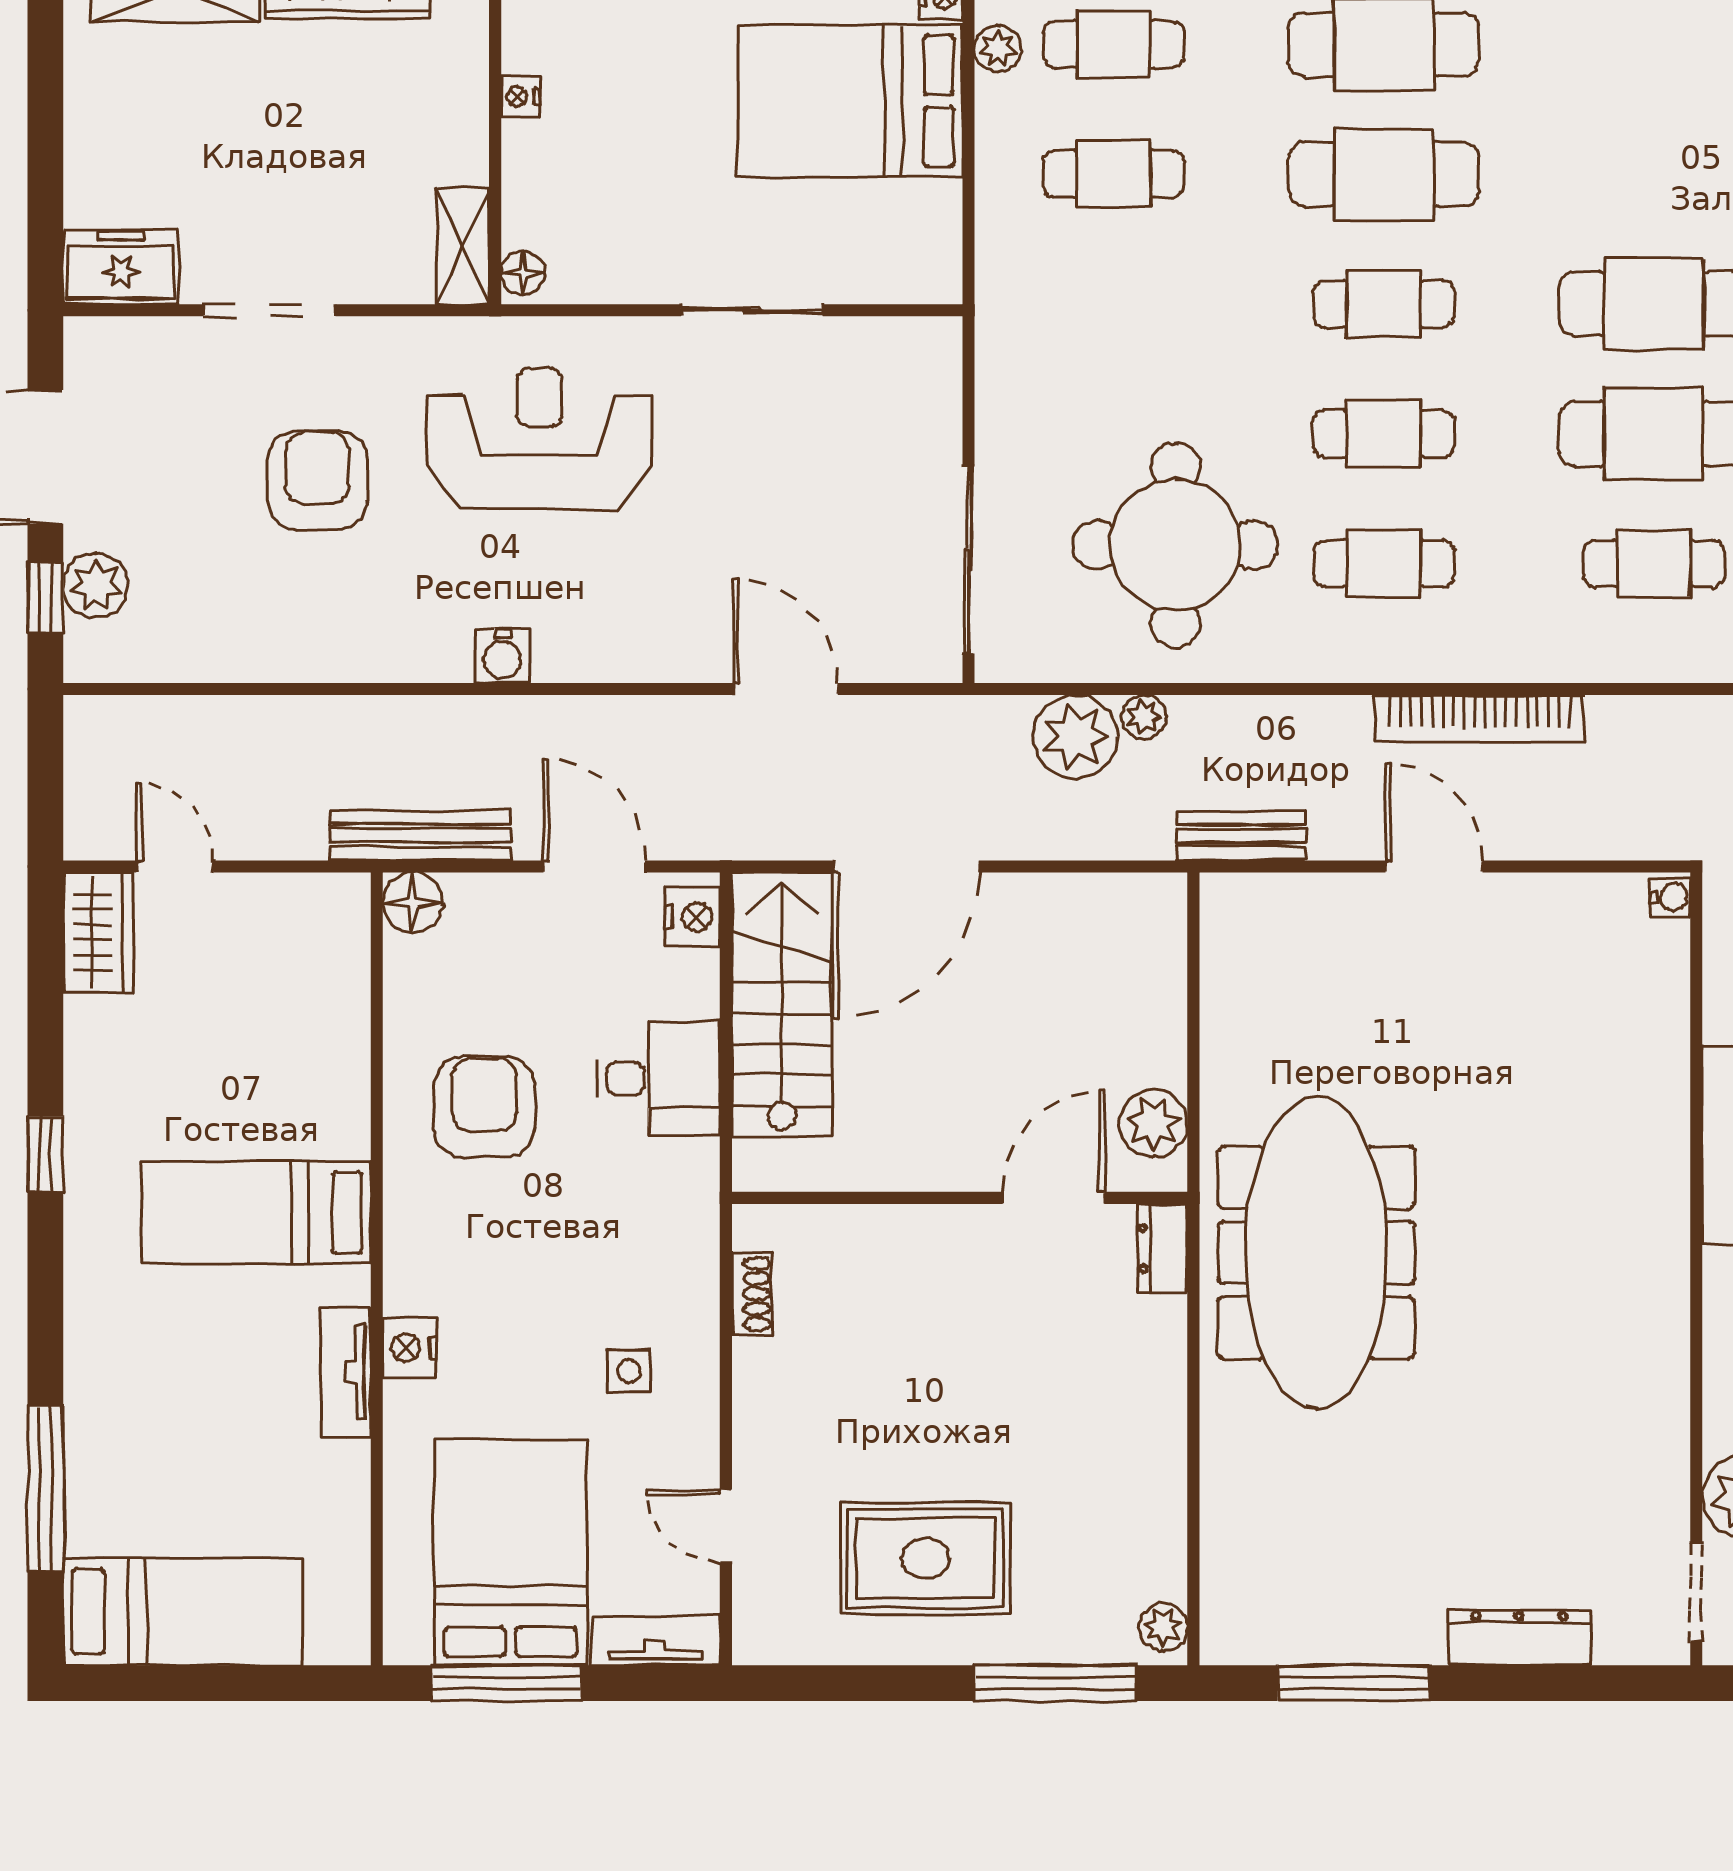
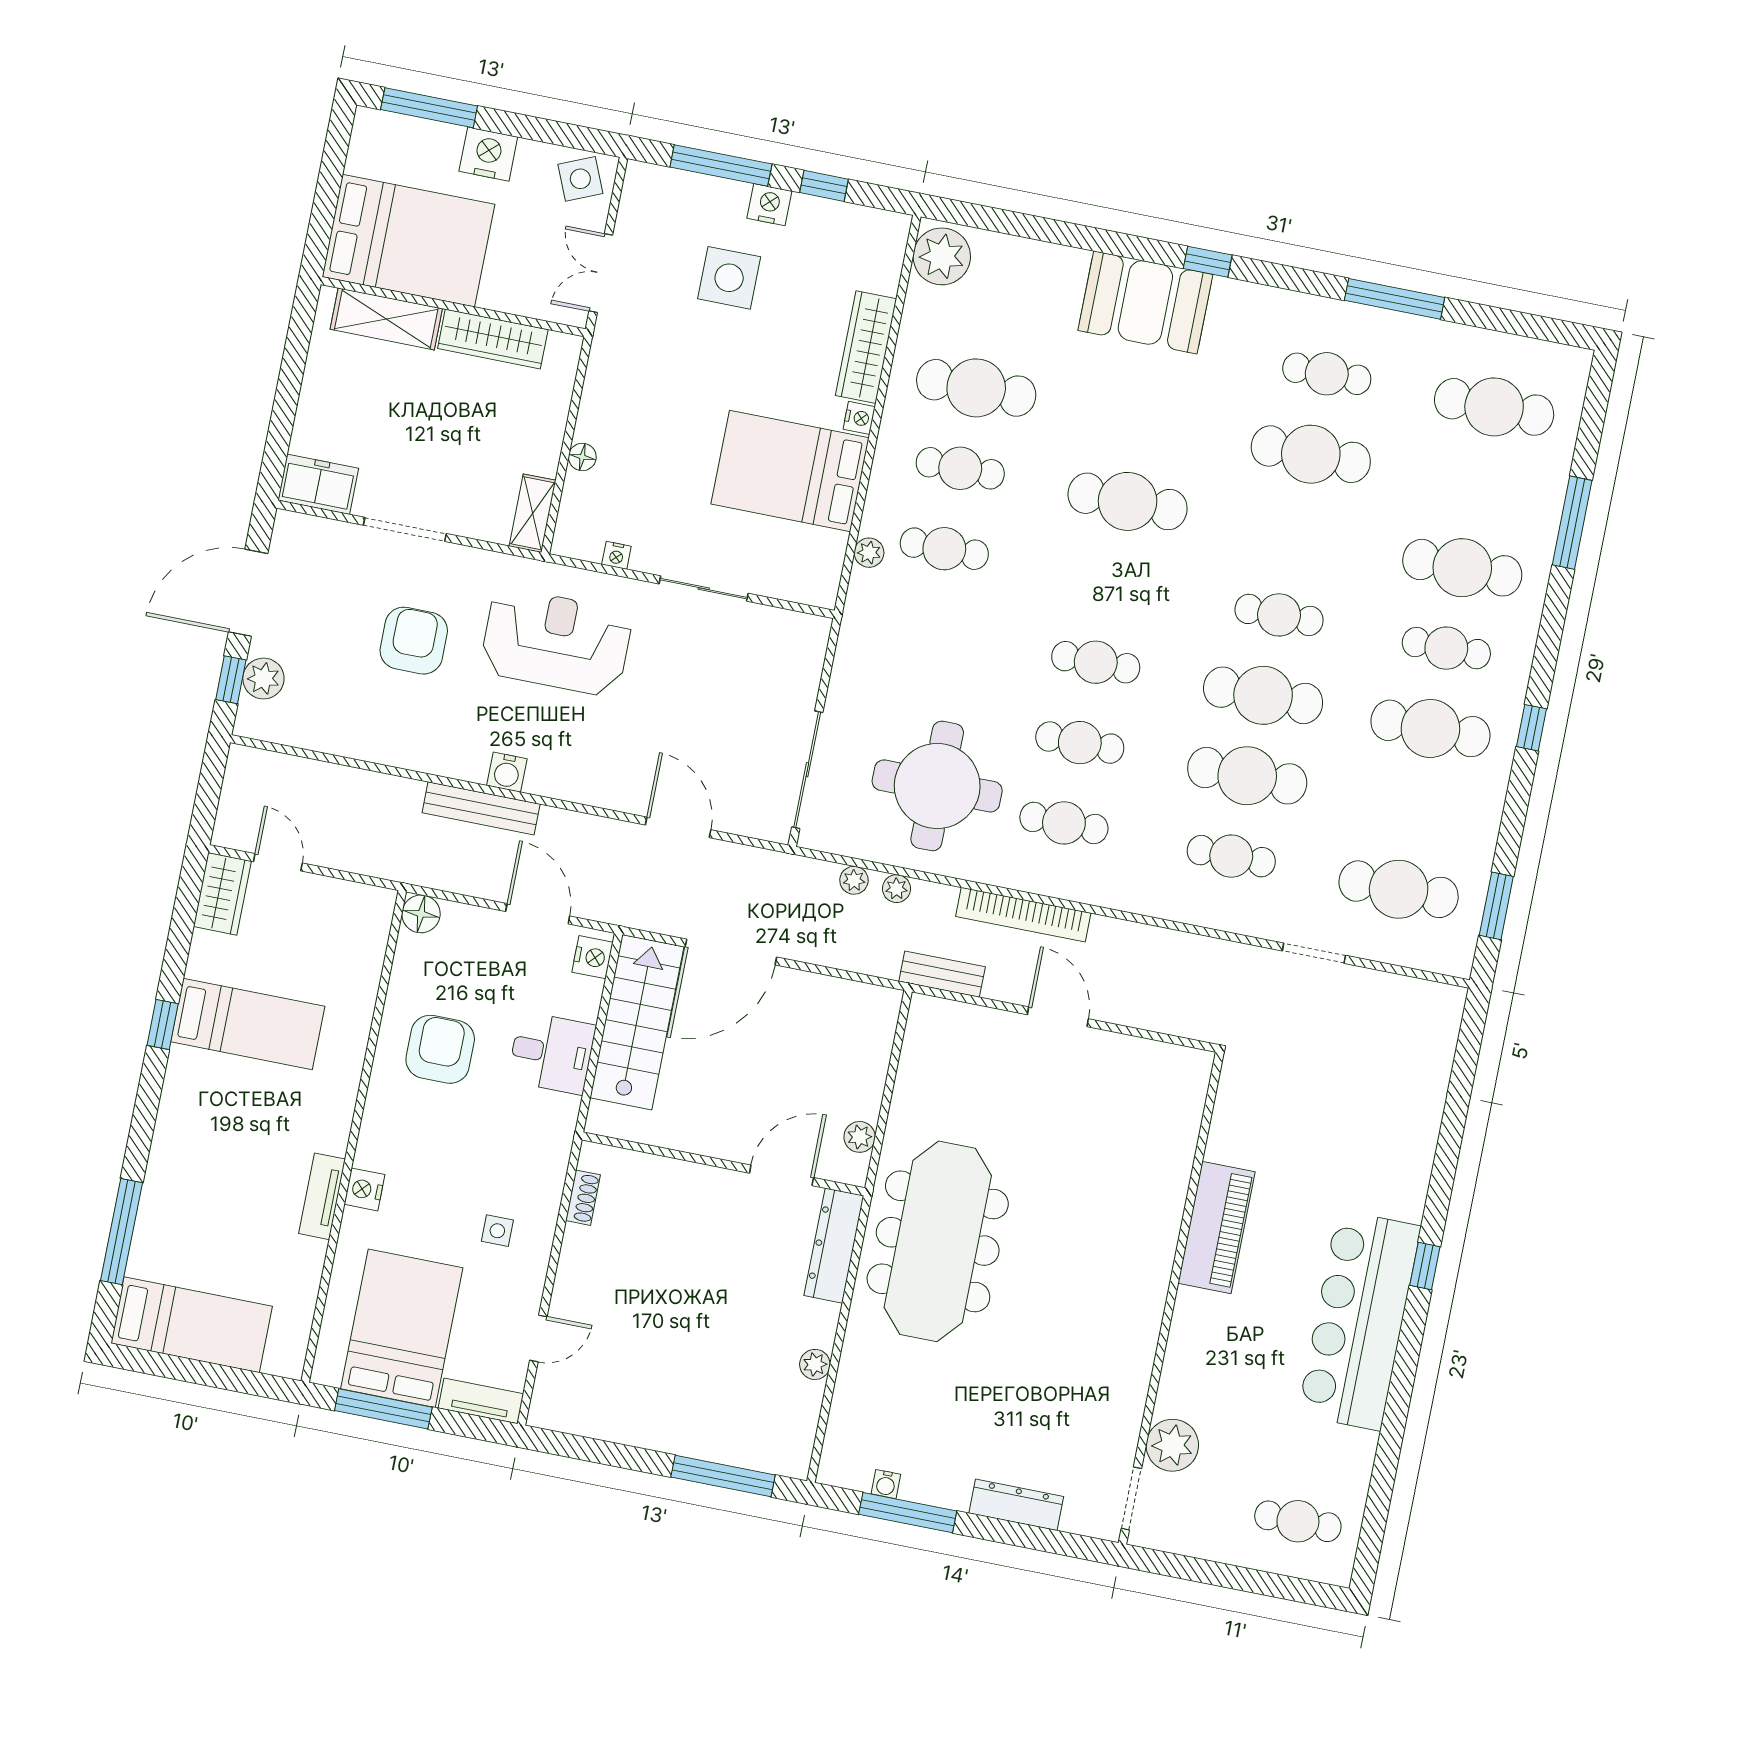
plant: (998, 49) -> (869, 553), moved
nightstand: (520, 97) -> (616, 555), moved, turned -90
cafe table: (1384, 174) -> (1279, 615), moved, width x0.73, depth x0.74
floor lamp: (523, 273) -> (582, 457), moved
bookcase: (1479, 719) -> (1023, 915), moved
plant: (1075, 737) -> (854, 880), width x0.53, depth x0.53
bench: (420, 835) -> (481, 808), moved
water cooler: (1670, 897) -> (886, 1484), moved, turned 90
plant: (1154, 1123) -> (860, 1137), width x0.73, depth x0.73
bed: (257, 1213) -> (248, 1024), moved, turned 180
dresser: (1162, 1248) -> (834, 1246), width x1.96, depth x1.24
door: (726, 1526) -> (538, 1338), swing flipped
rug: (925, 1558) -> (658, 1383), removed
plant: (1163, 1627) -> (815, 1364), moved

